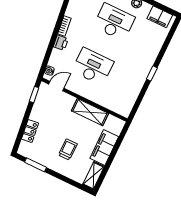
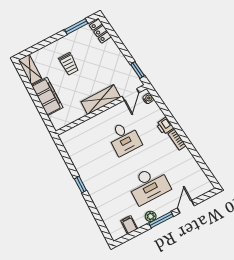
filing cabinet: (160, 17) -> (129, 225), width x0.50
desk: (93, 66) -> (124, 138), width x0.73
shelving: (90, 112) -> (101, 99), moved
locker: (30, 131) -> (100, 31), moved

